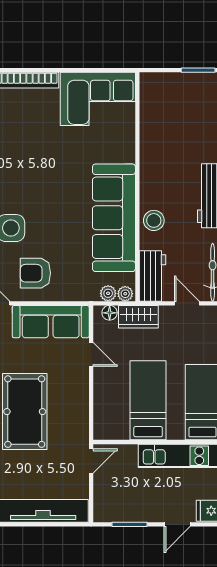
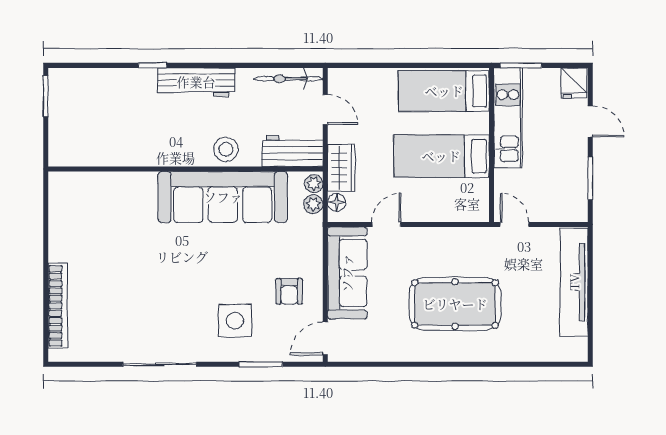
corner sofa: (98, 99) -> (80, 216), removed
armchair: (35, 273) -> (289, 291), width x0.72, depth x0.72
door: (187, 303) -> (325, 110), swing flipped

